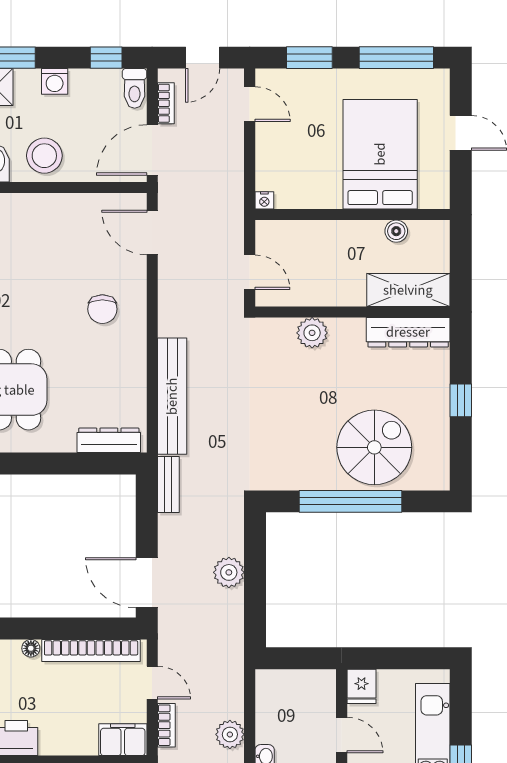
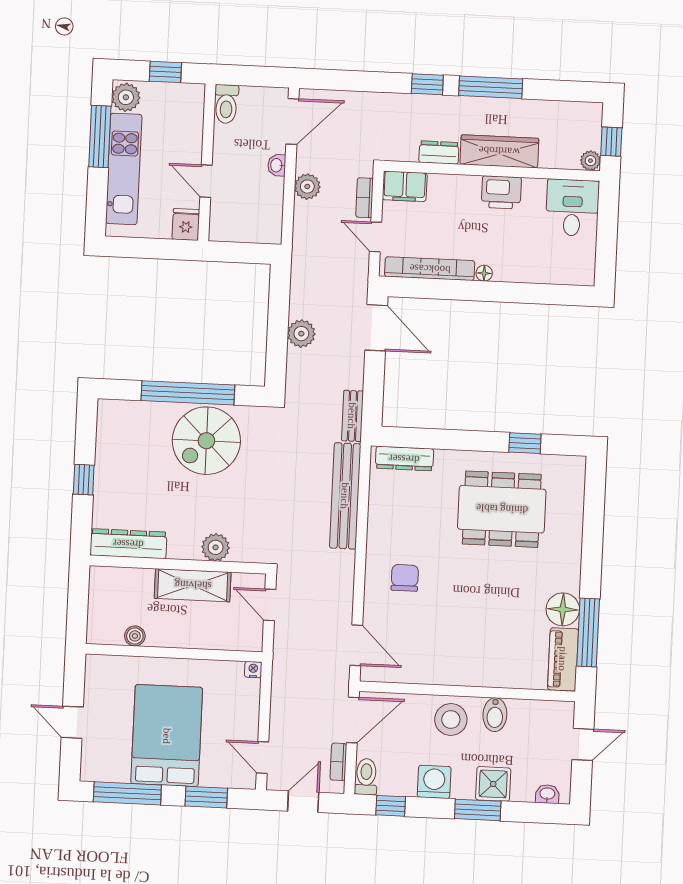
washing machine: (55, 81) -> (434, 782), width x1.38, depth x1.38
bed: (380, 154) -> (167, 736), moved, turned 180
shelving: (408, 290) -> (193, 585), moved
spiral stairs: (374, 447) -> (206, 441), moved

